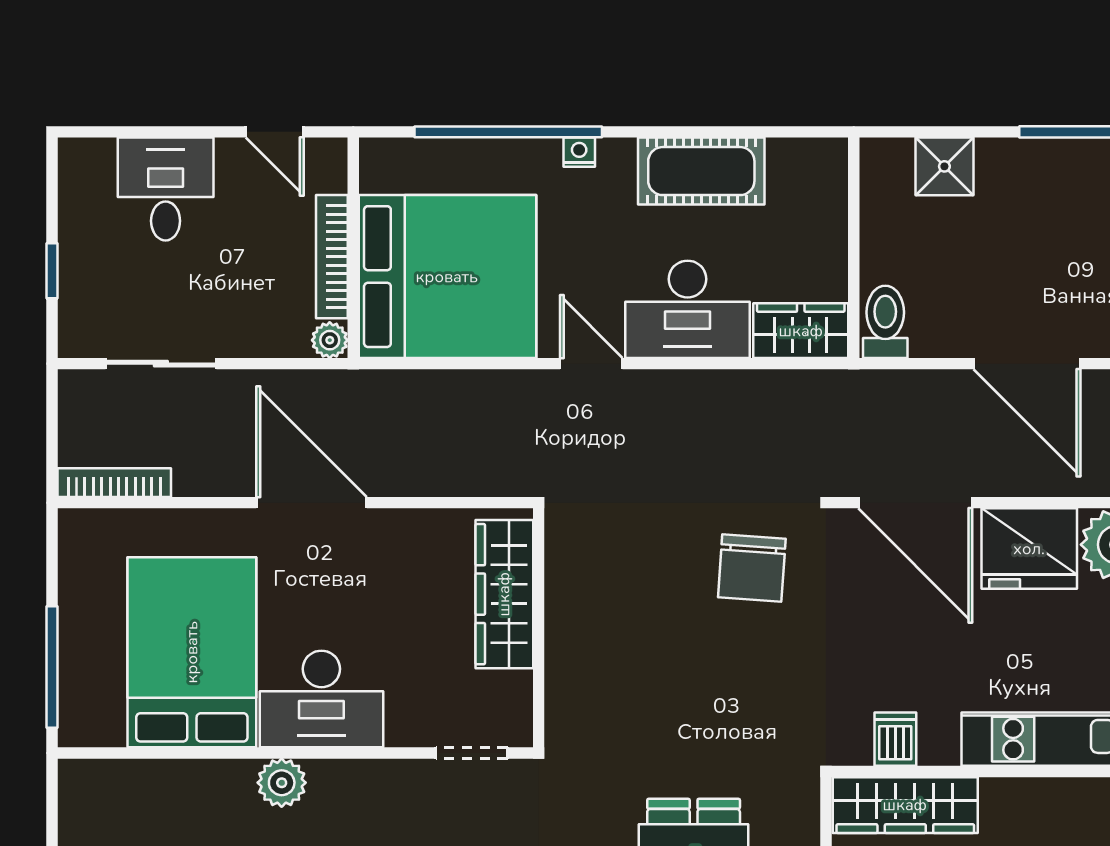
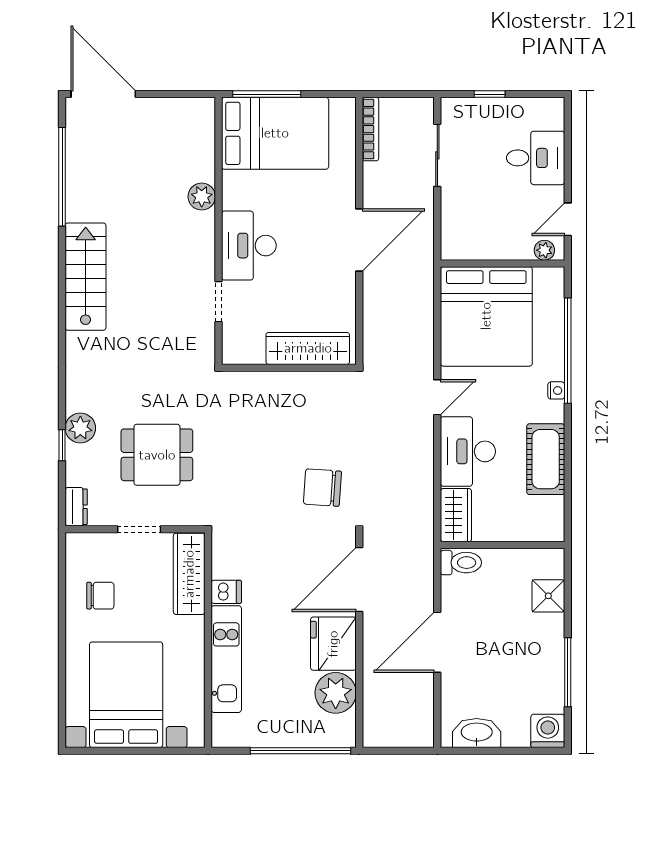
bookcase: (332, 257) -> (497, 251), removed
plant: (330, 340) -> (544, 250), moved
bed: (192, 652) -> (275, 133), moved
dishwasher: (895, 739) -> (226, 592), moved
doorway: (472, 753) -> (218, 302), moved
plant: (282, 783) -> (202, 197), moved

